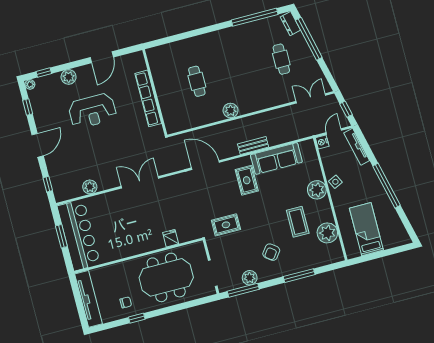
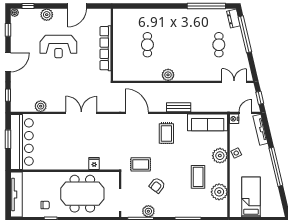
sofa: (276, 158) -> (208, 122), moved
armchair: (271, 252) -> (157, 185), moved

